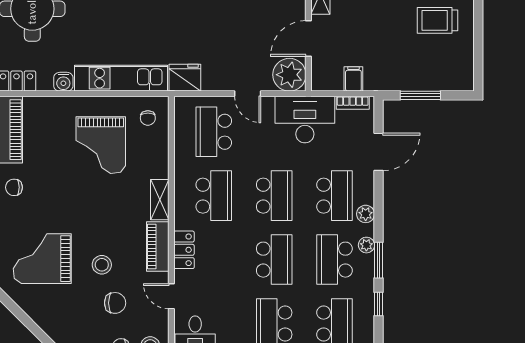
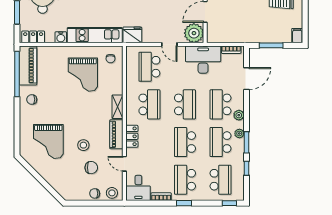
filing cabinet: (353, 79) -> (297, 36), moved
school desk: (334, 196) -> (221, 104), turned 180
grand piano: (42, 259) -> (48, 141), turned -90
school desk: (274, 260) -> (185, 142), turned 180

